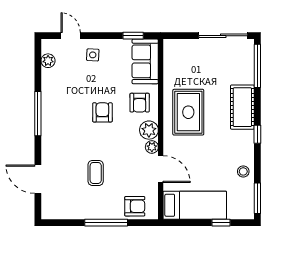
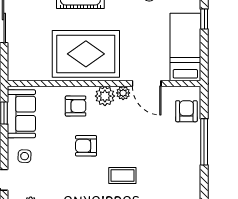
sofa: (145, 61) -> (21, 114), moved, turned -90
rug: (188, 112) -> (86, 54), width x1.37, depth x1.44
door: (161, 169) -> (147, 83), swing flipped
coffee table: (96, 173) -> (122, 176), moved

